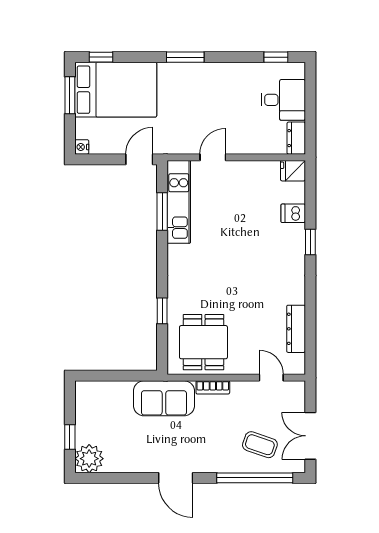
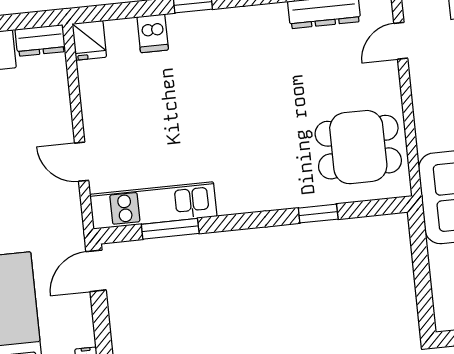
door: (139, 159) -> (96, 271), hinge flipped
bookcase: (213, 387) -> (424, 126), removed

